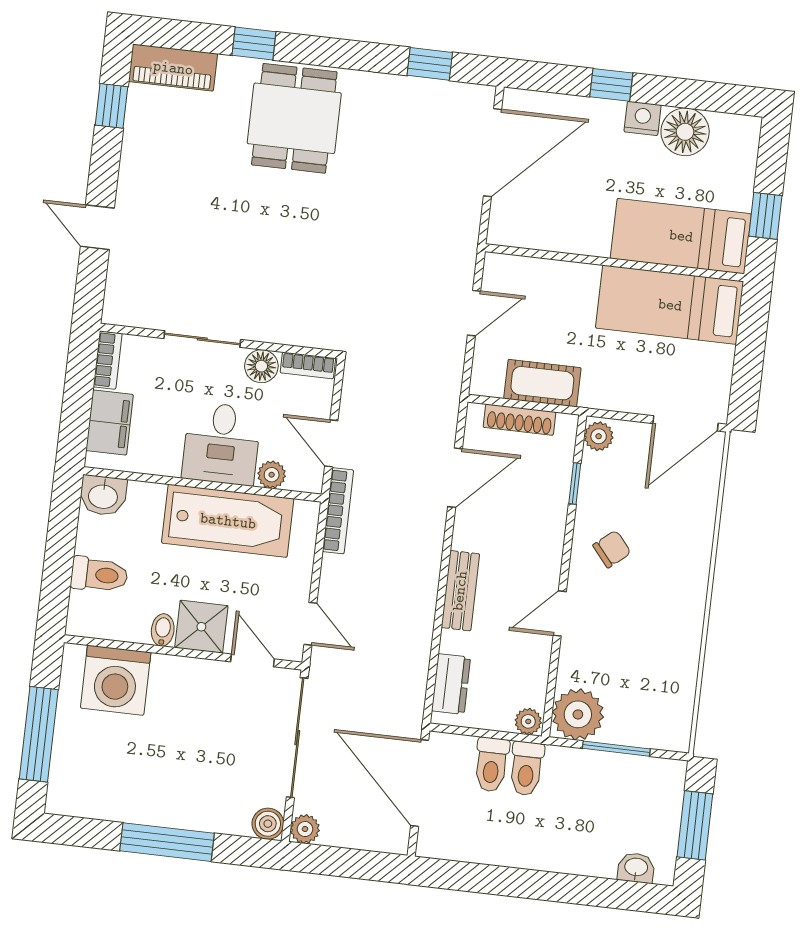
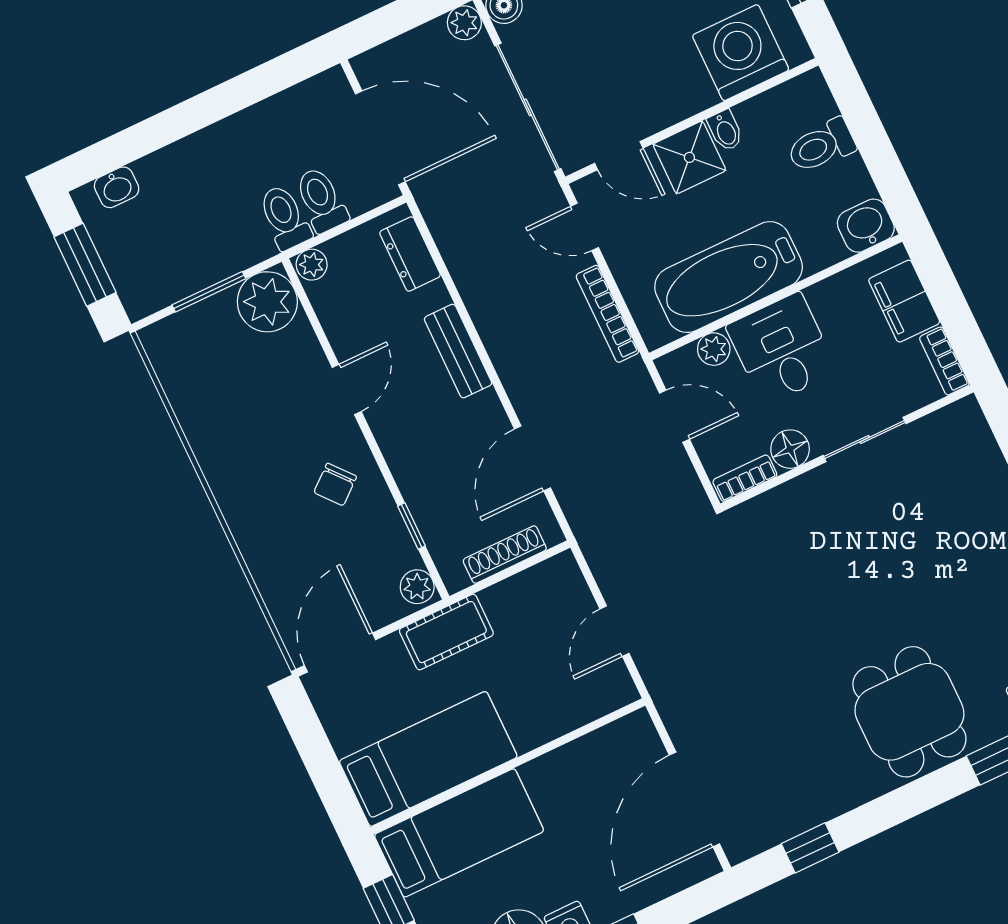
cot: (542, 383) -> (446, 632), moved
bookcase: (338, 511) -> (607, 314), moved

